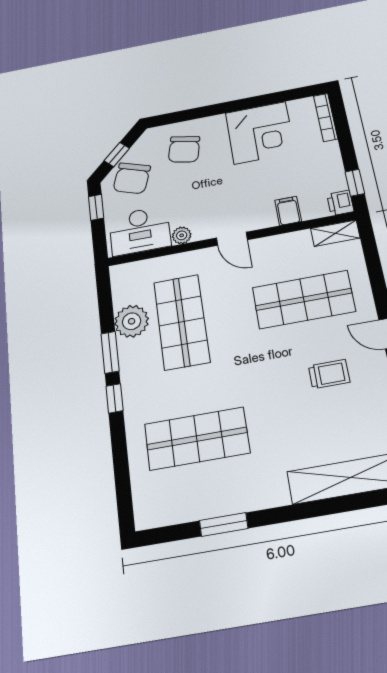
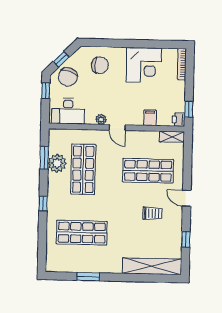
chair: (184, 149) -> (100, 65), turned -102
plant: (182, 235) -> (101, 119), moved
window: (110, 352) -> (44, 158), moved

